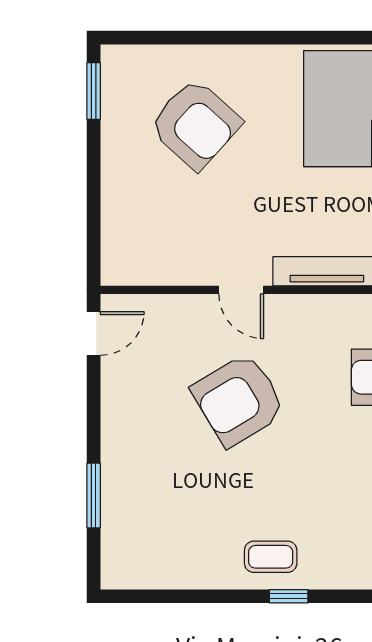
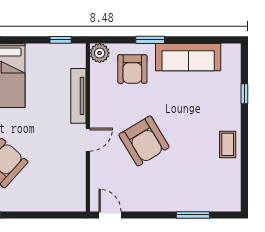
coffee table: (271, 557) -> (228, 144), moved
window: (289, 596) -> (244, 94), moved

